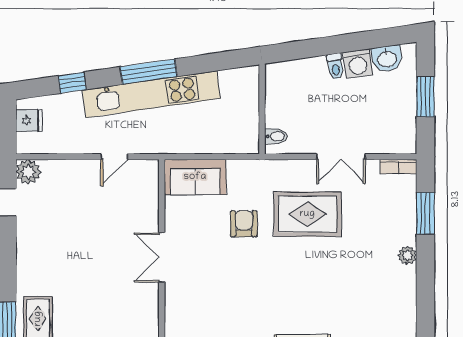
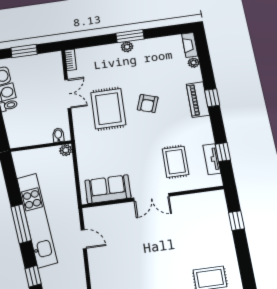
plant: (250, 145) -> (66, 150), added
sofa: (195, 177) -> (108, 189), moved, turned -90
window: (425, 213) -> (130, 36), moved
armchair: (244, 224) -> (148, 103), moved, turned -71
rug: (210, 299) -> (176, 162), added

